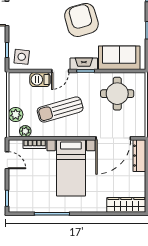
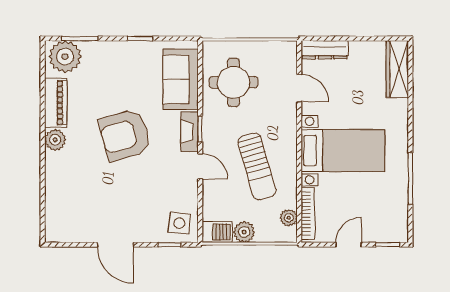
barbecue: (40, 80) -> (217, 232), moved, turned -90
plant: (16, 115) -> (244, 232), moved
door: (113, 138) -> (299, 88), width x0.53
bookcase: (35, 144) -> (308, 213), width x1.56
door: (7, 160) -> (349, 245), moved

